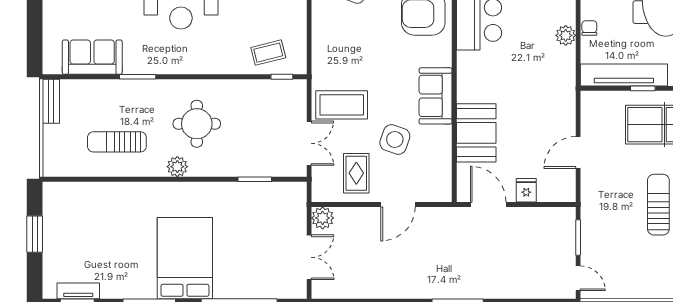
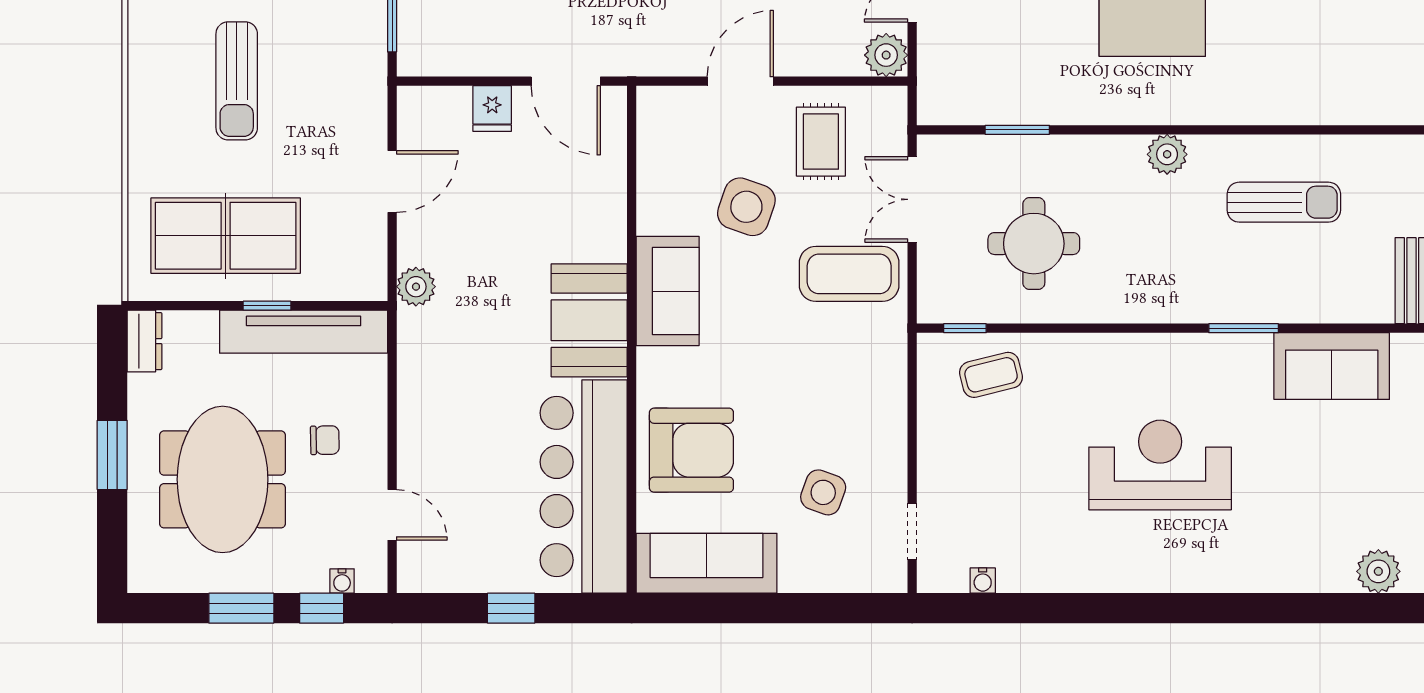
chair: (589, 28) -> (325, 440), moved, turned -91
plant: (566, 35) -> (416, 287), moved
round table: (197, 124) -> (1034, 244), moved
booth: (476, 133) -> (589, 320), moved

